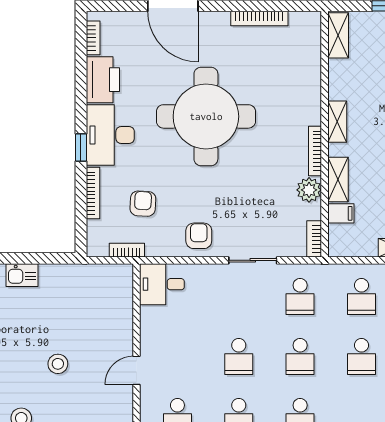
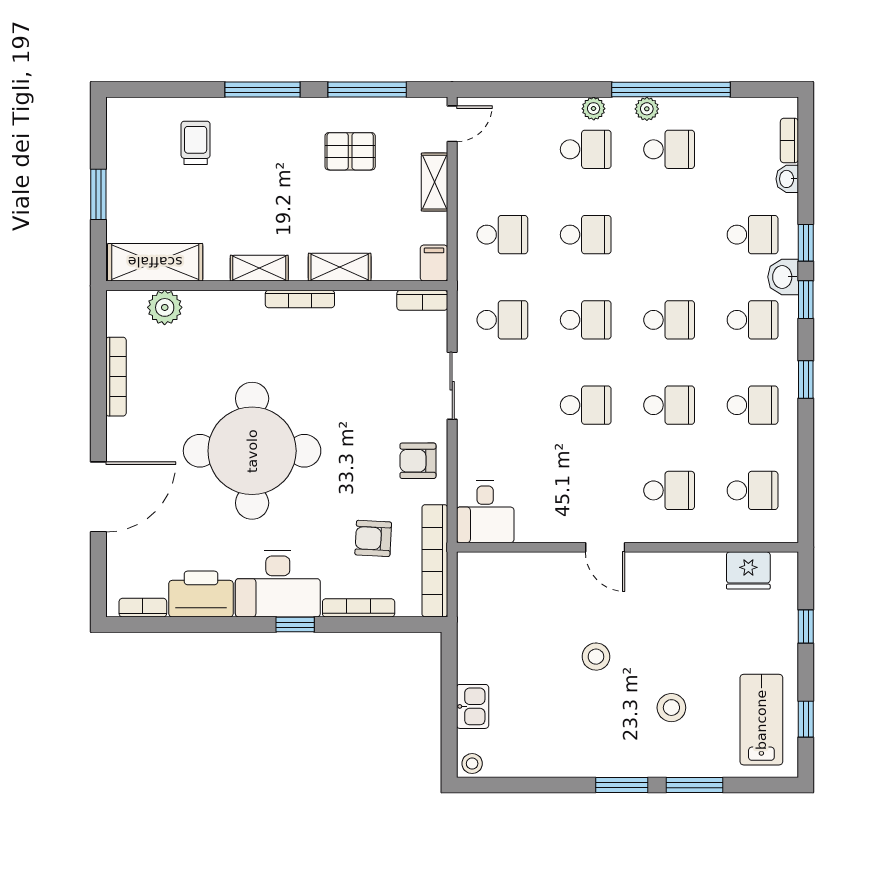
shelving: (338, 35) -> (155, 262), width x1.50, depth x1.33
plant: (309, 190) -> (165, 307), moved
filing cabinet: (341, 213) -> (434, 263), moved
bookcase: (127, 250) -> (435, 561), width x2.31, depth x1.31

